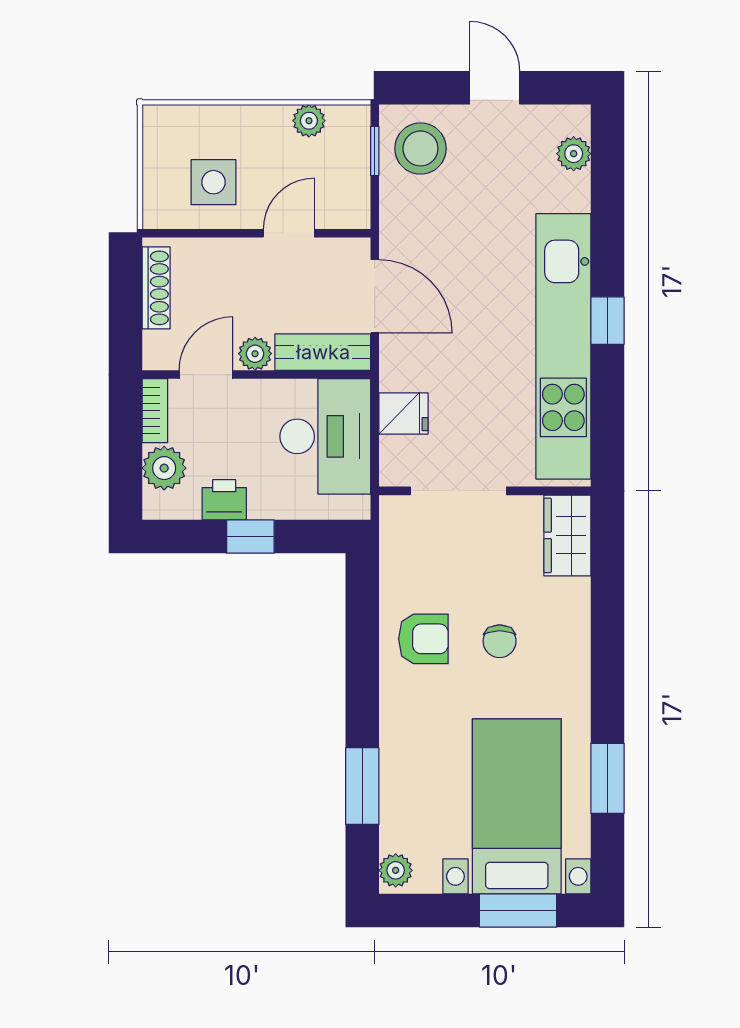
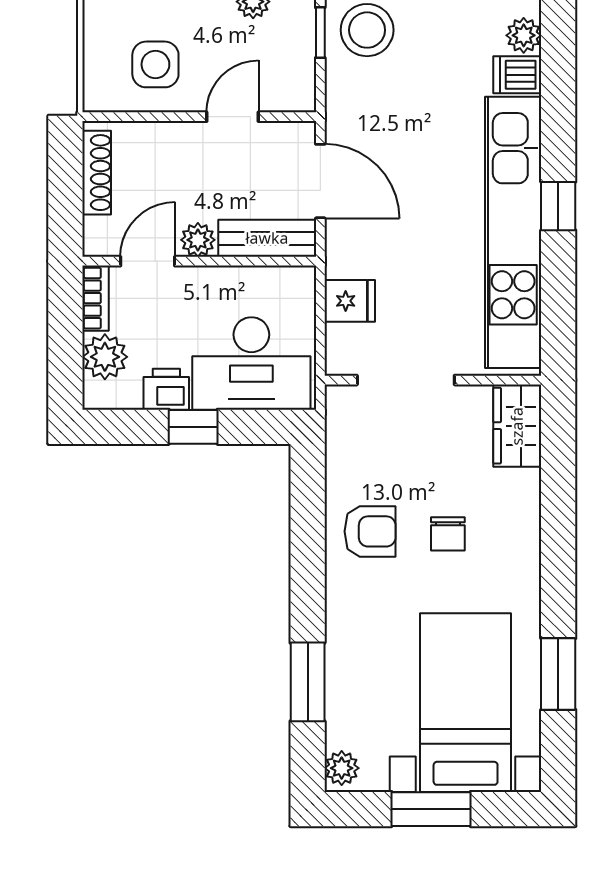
dishwasher: (567, 192) -> (517, 75), added
desk: (325, 436) -> (251, 363), moved, turned 90
window: (518, 910) -> (431, 809), moved

